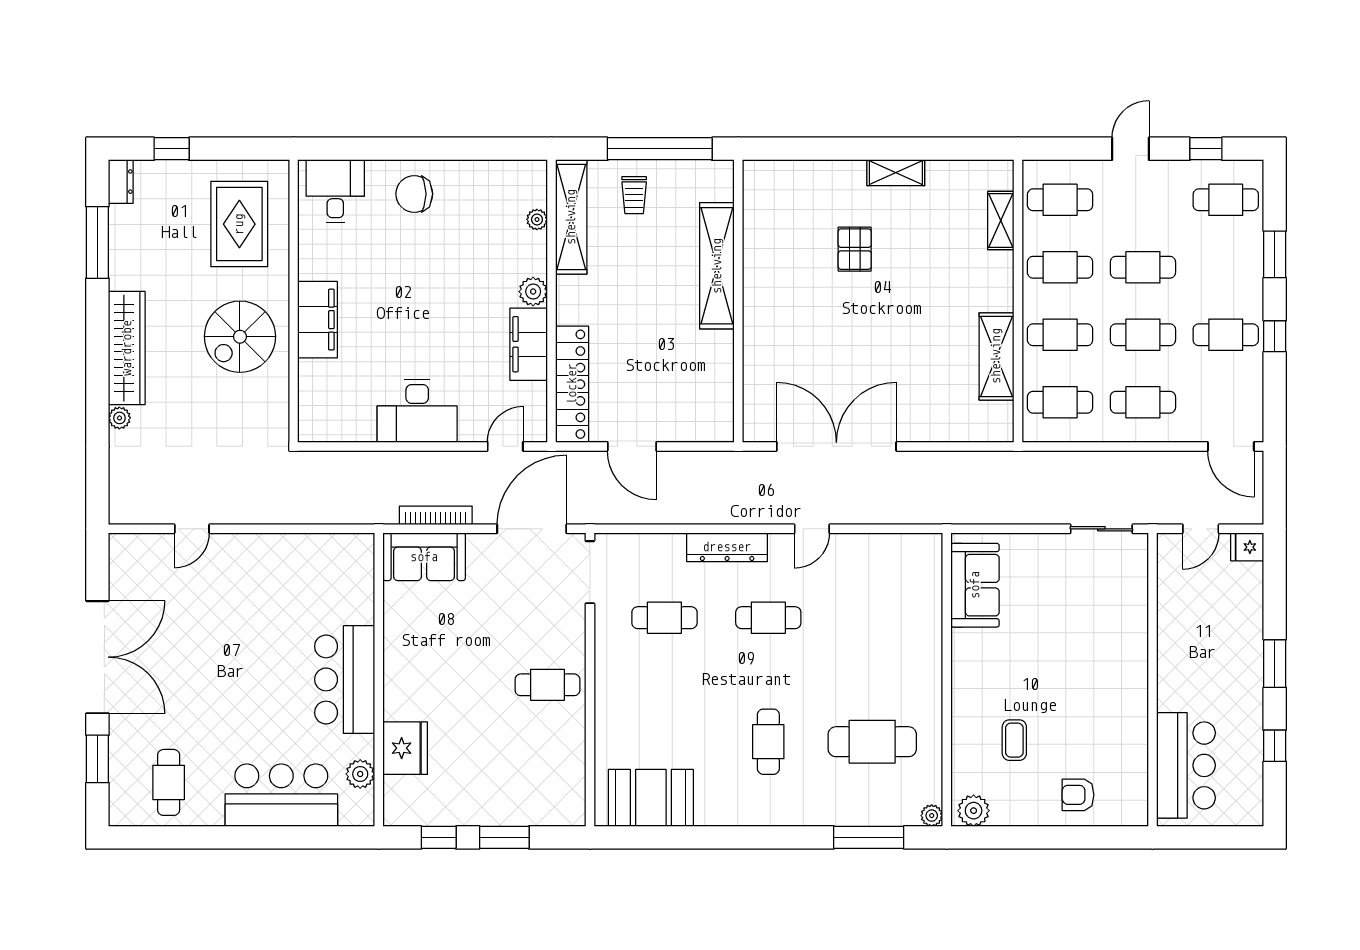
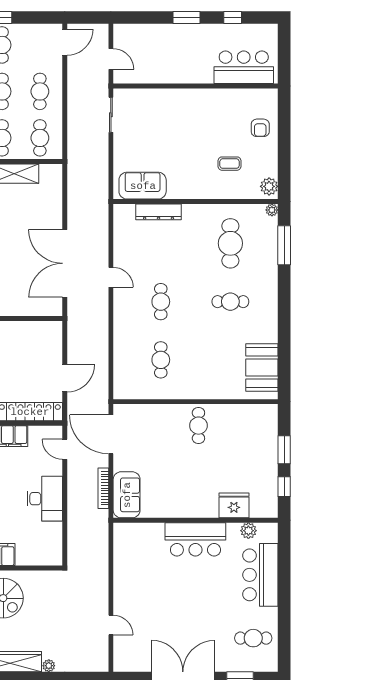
dresser: (727, 547) -> (159, 212), moved, turned 90
fridge: (1247, 547) -> (121, 33), removed
doorway: (590, 572) -> (135, 402), removed

